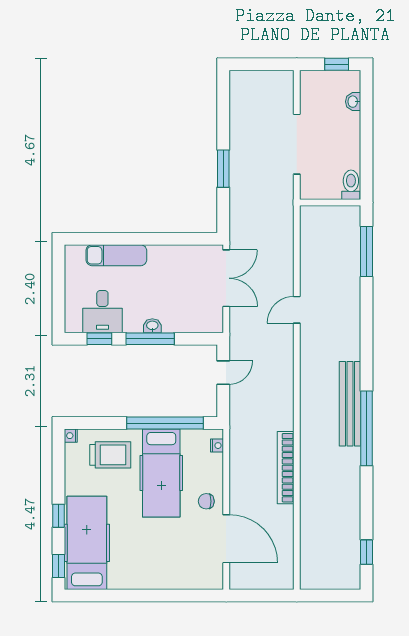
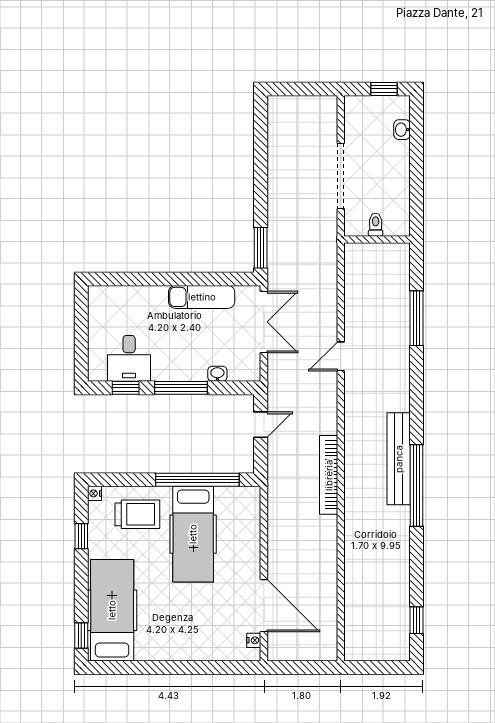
window: (223, 169) -> (261, 248), moved
toilet: (351, 185) -> (376, 225), moved, width x0.73, depth x0.72
window: (366, 251) -> (417, 318), moved
exam couch: (116, 255) -> (202, 297), moved
washbasin: (152, 326) -> (217, 374), moved
nightstand: (217, 446) -> (254, 640), moved
bookcase: (286, 468) -> (329, 475), moved
chair: (206, 501) -> (242, 565), removed
window: (59, 516) -> (81, 536), moved

